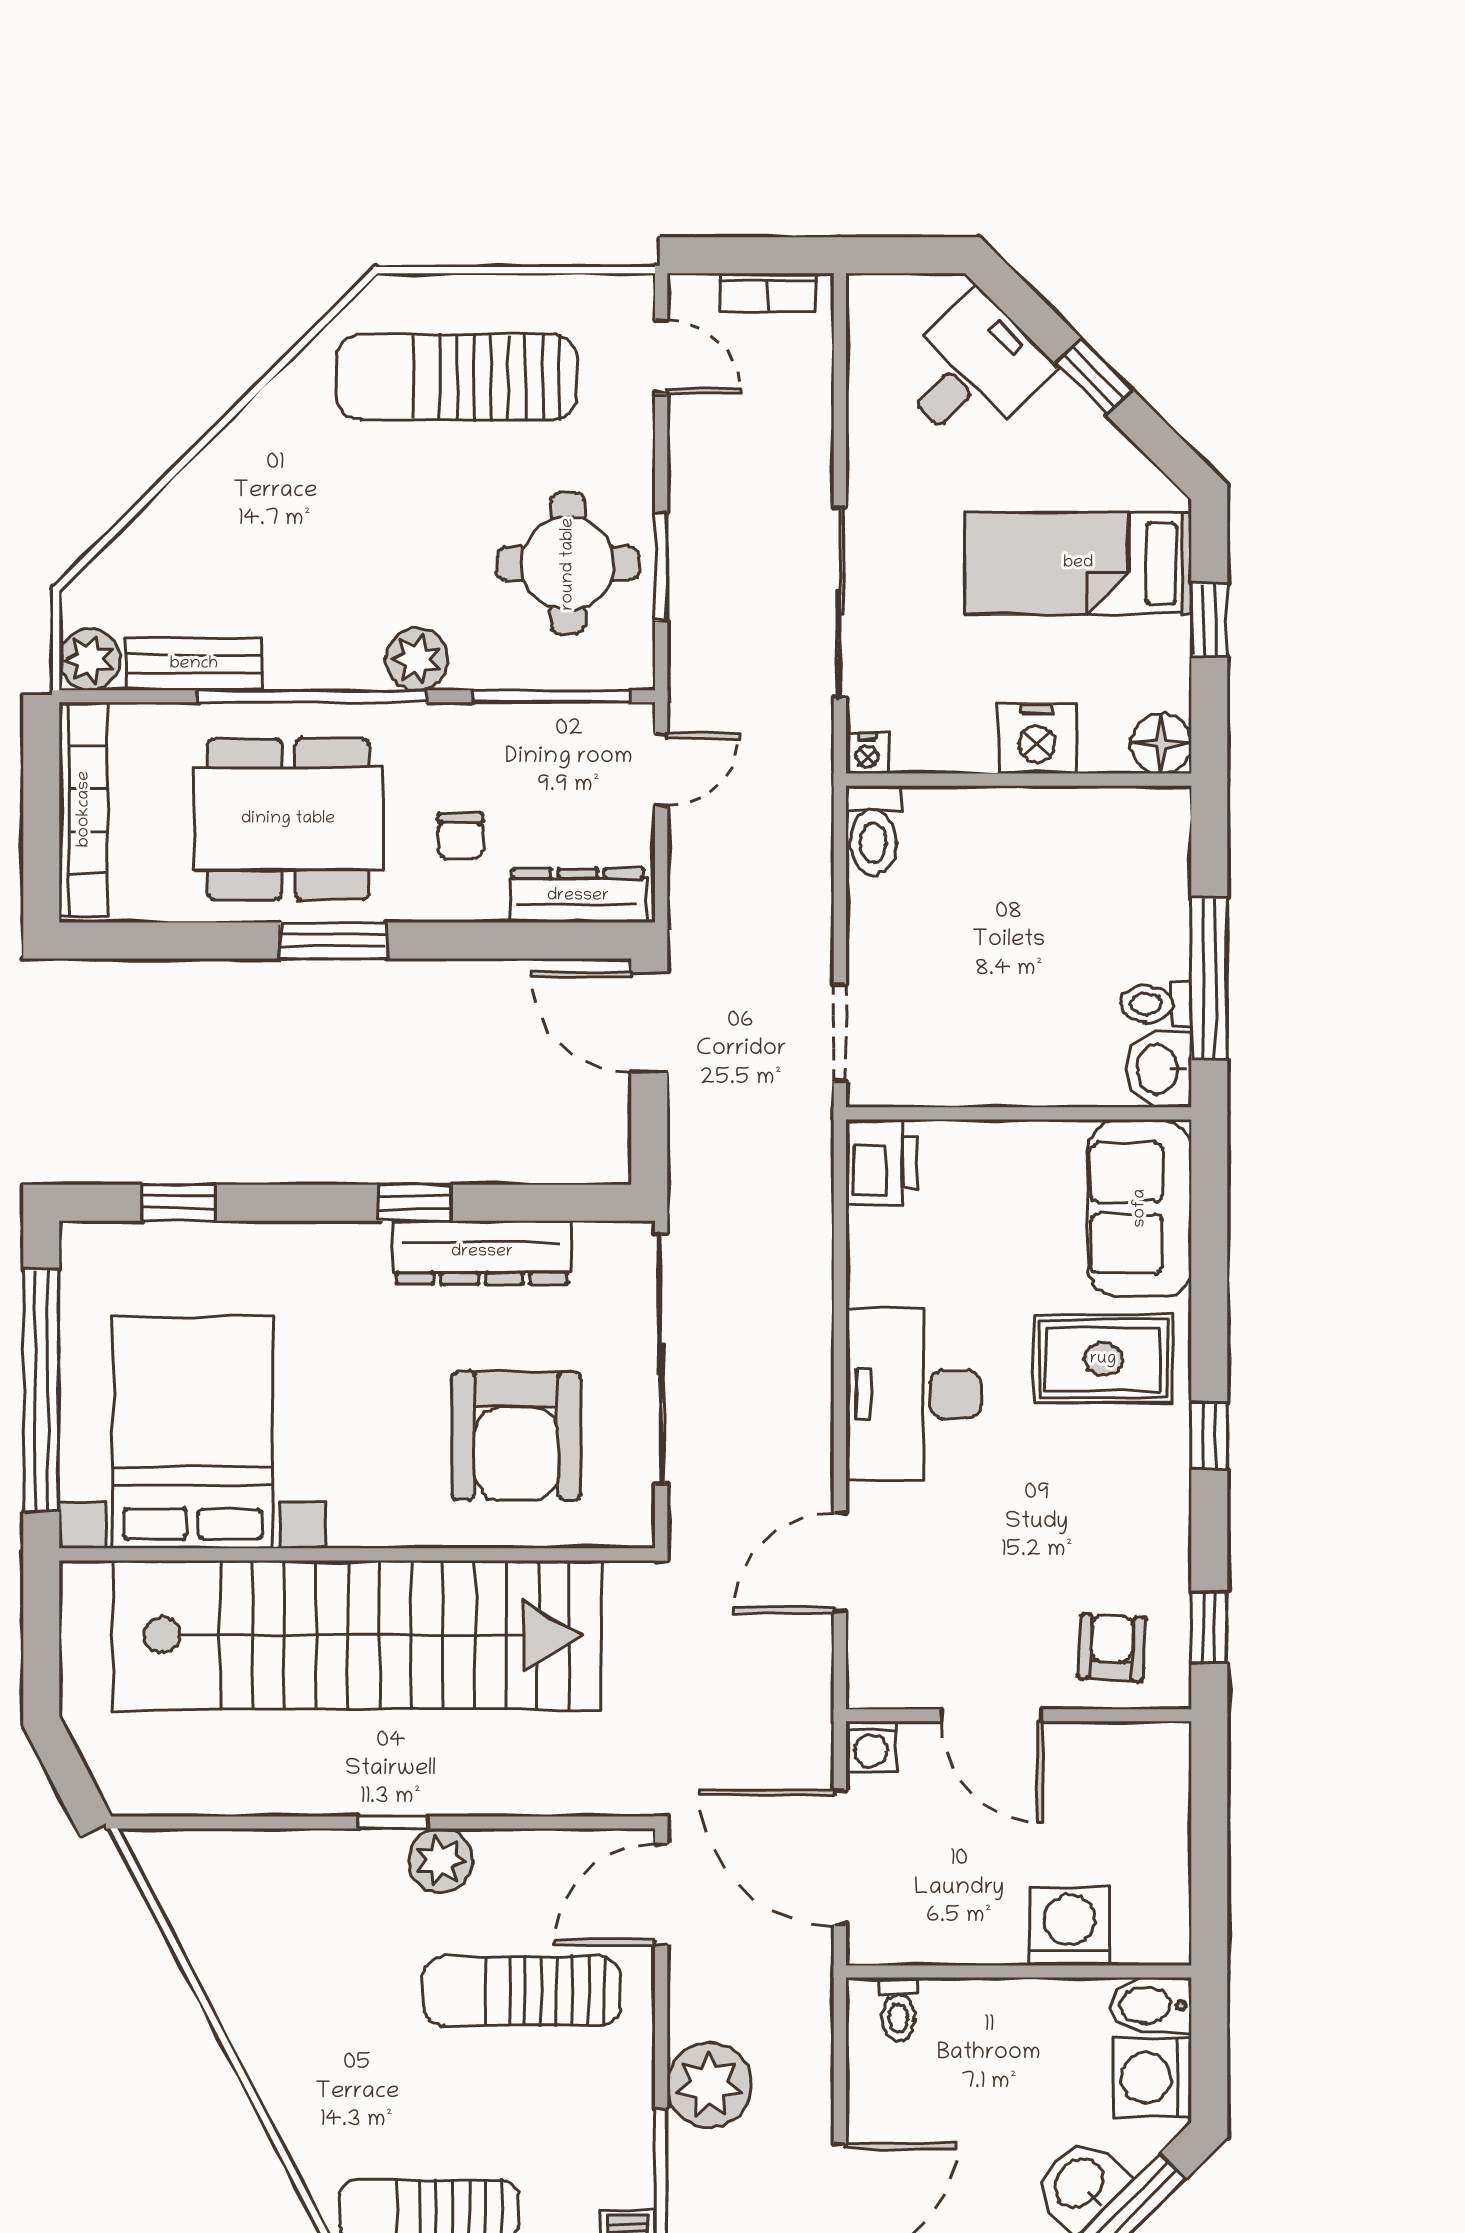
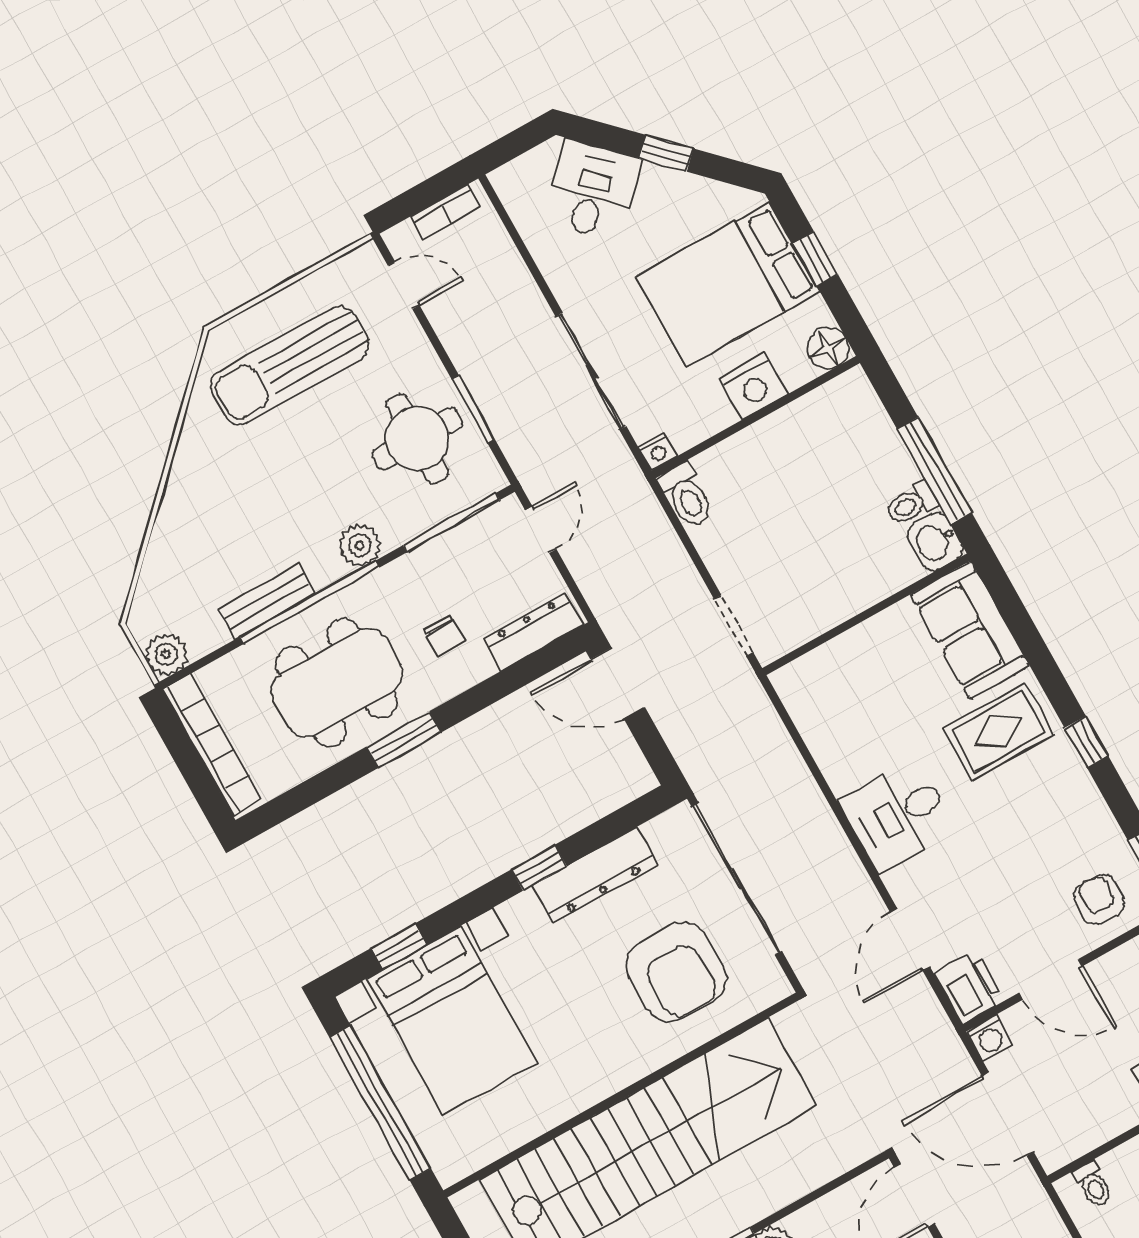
bed: (1078, 563) -> (728, 284), width x1.50
bench: (194, 664) -> (267, 601), moved
printer: (881, 1162) -> (969, 987), moved
desk: (913, 1394) -> (898, 816), width x0.73
bed with nightstands: (193, 1432) -> (452, 1021), moved, turned 180

